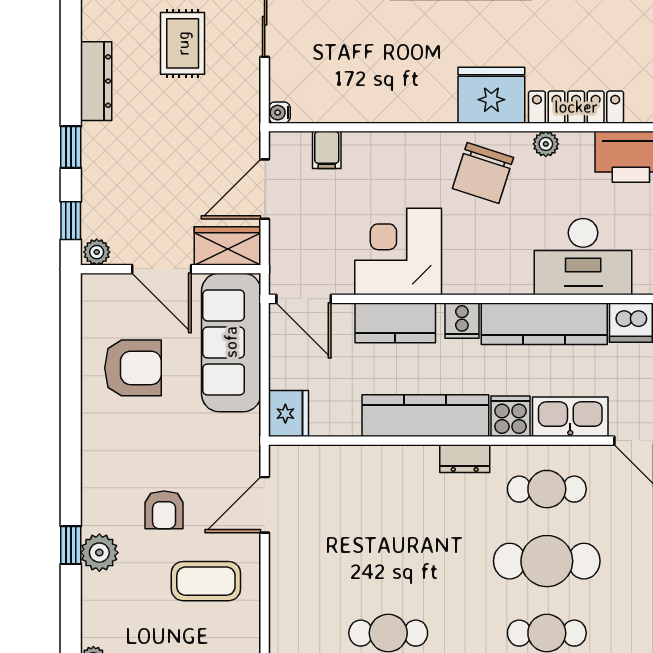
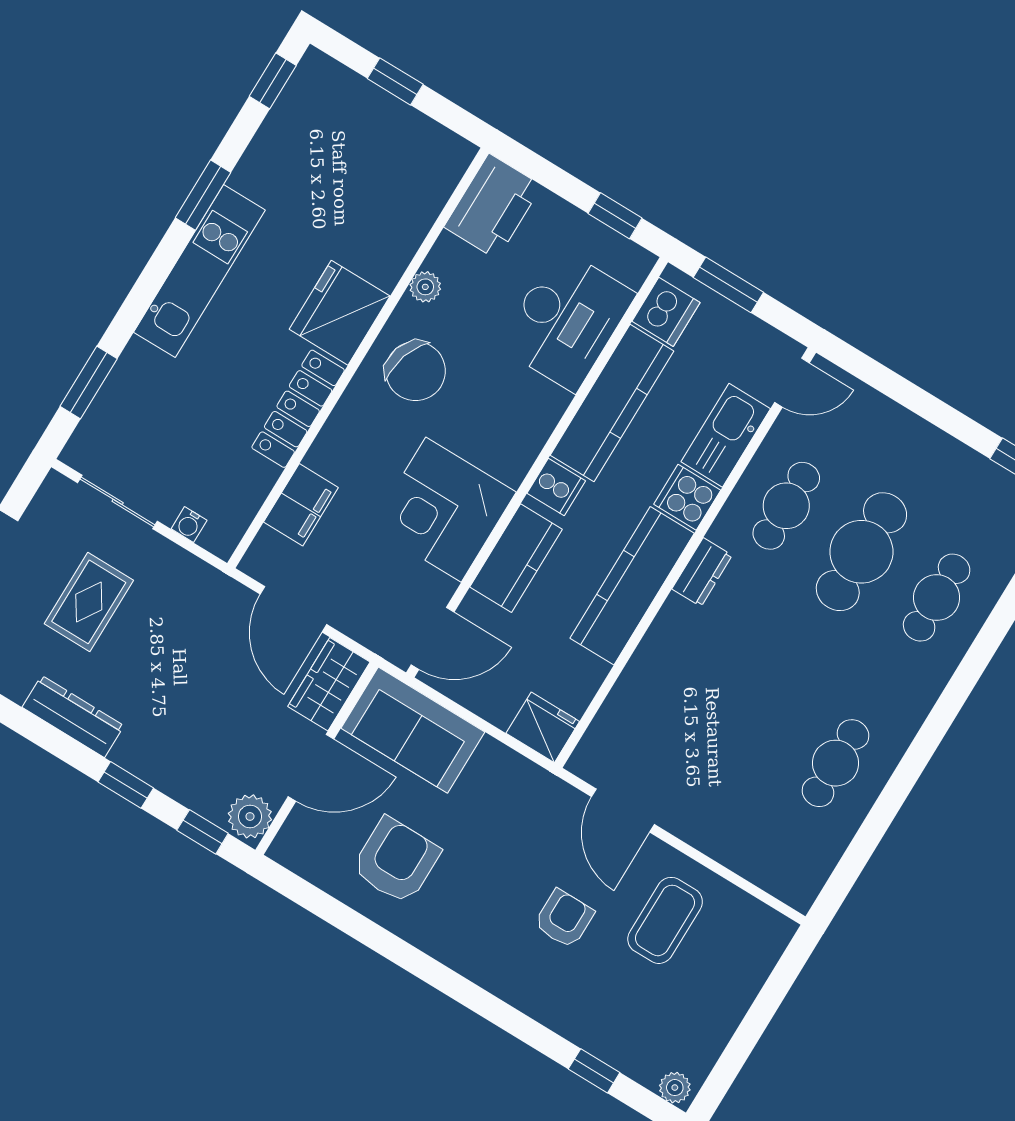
rug: (183, 43) -> (89, 602), turned 90
locker: (576, 107) -> (298, 409), moved
water cooler: (279, 113) -> (189, 525), moved
filing cabinet: (327, 150) -> (301, 505), width x2.00
plant: (97, 252) -> (250, 816), width x1.38, depth x1.38
sofa: (231, 342) -> (413, 730), width x0.73
armchair: (164, 510) -> (564, 919), turned -90
window: (71, 545) -> (594, 1071), moved
plant: (99, 553) -> (567, 1013), removed

